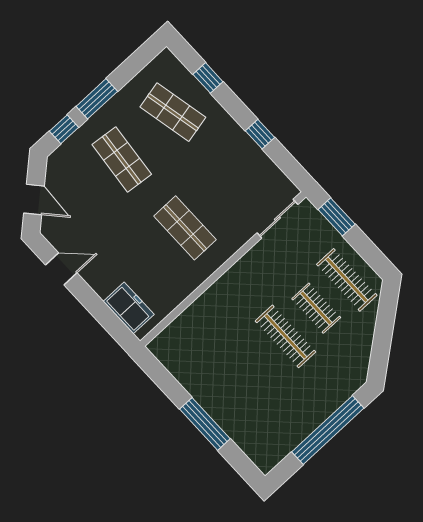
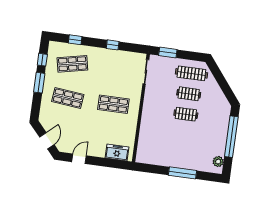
window: (64, 129) -> (42, 60), moved
door: (34, 199) -> (47, 141), hinge flipped
clothes rail: (286, 336) -> (186, 114), width x0.73
plant: (275, 452) -> (218, 162), added

